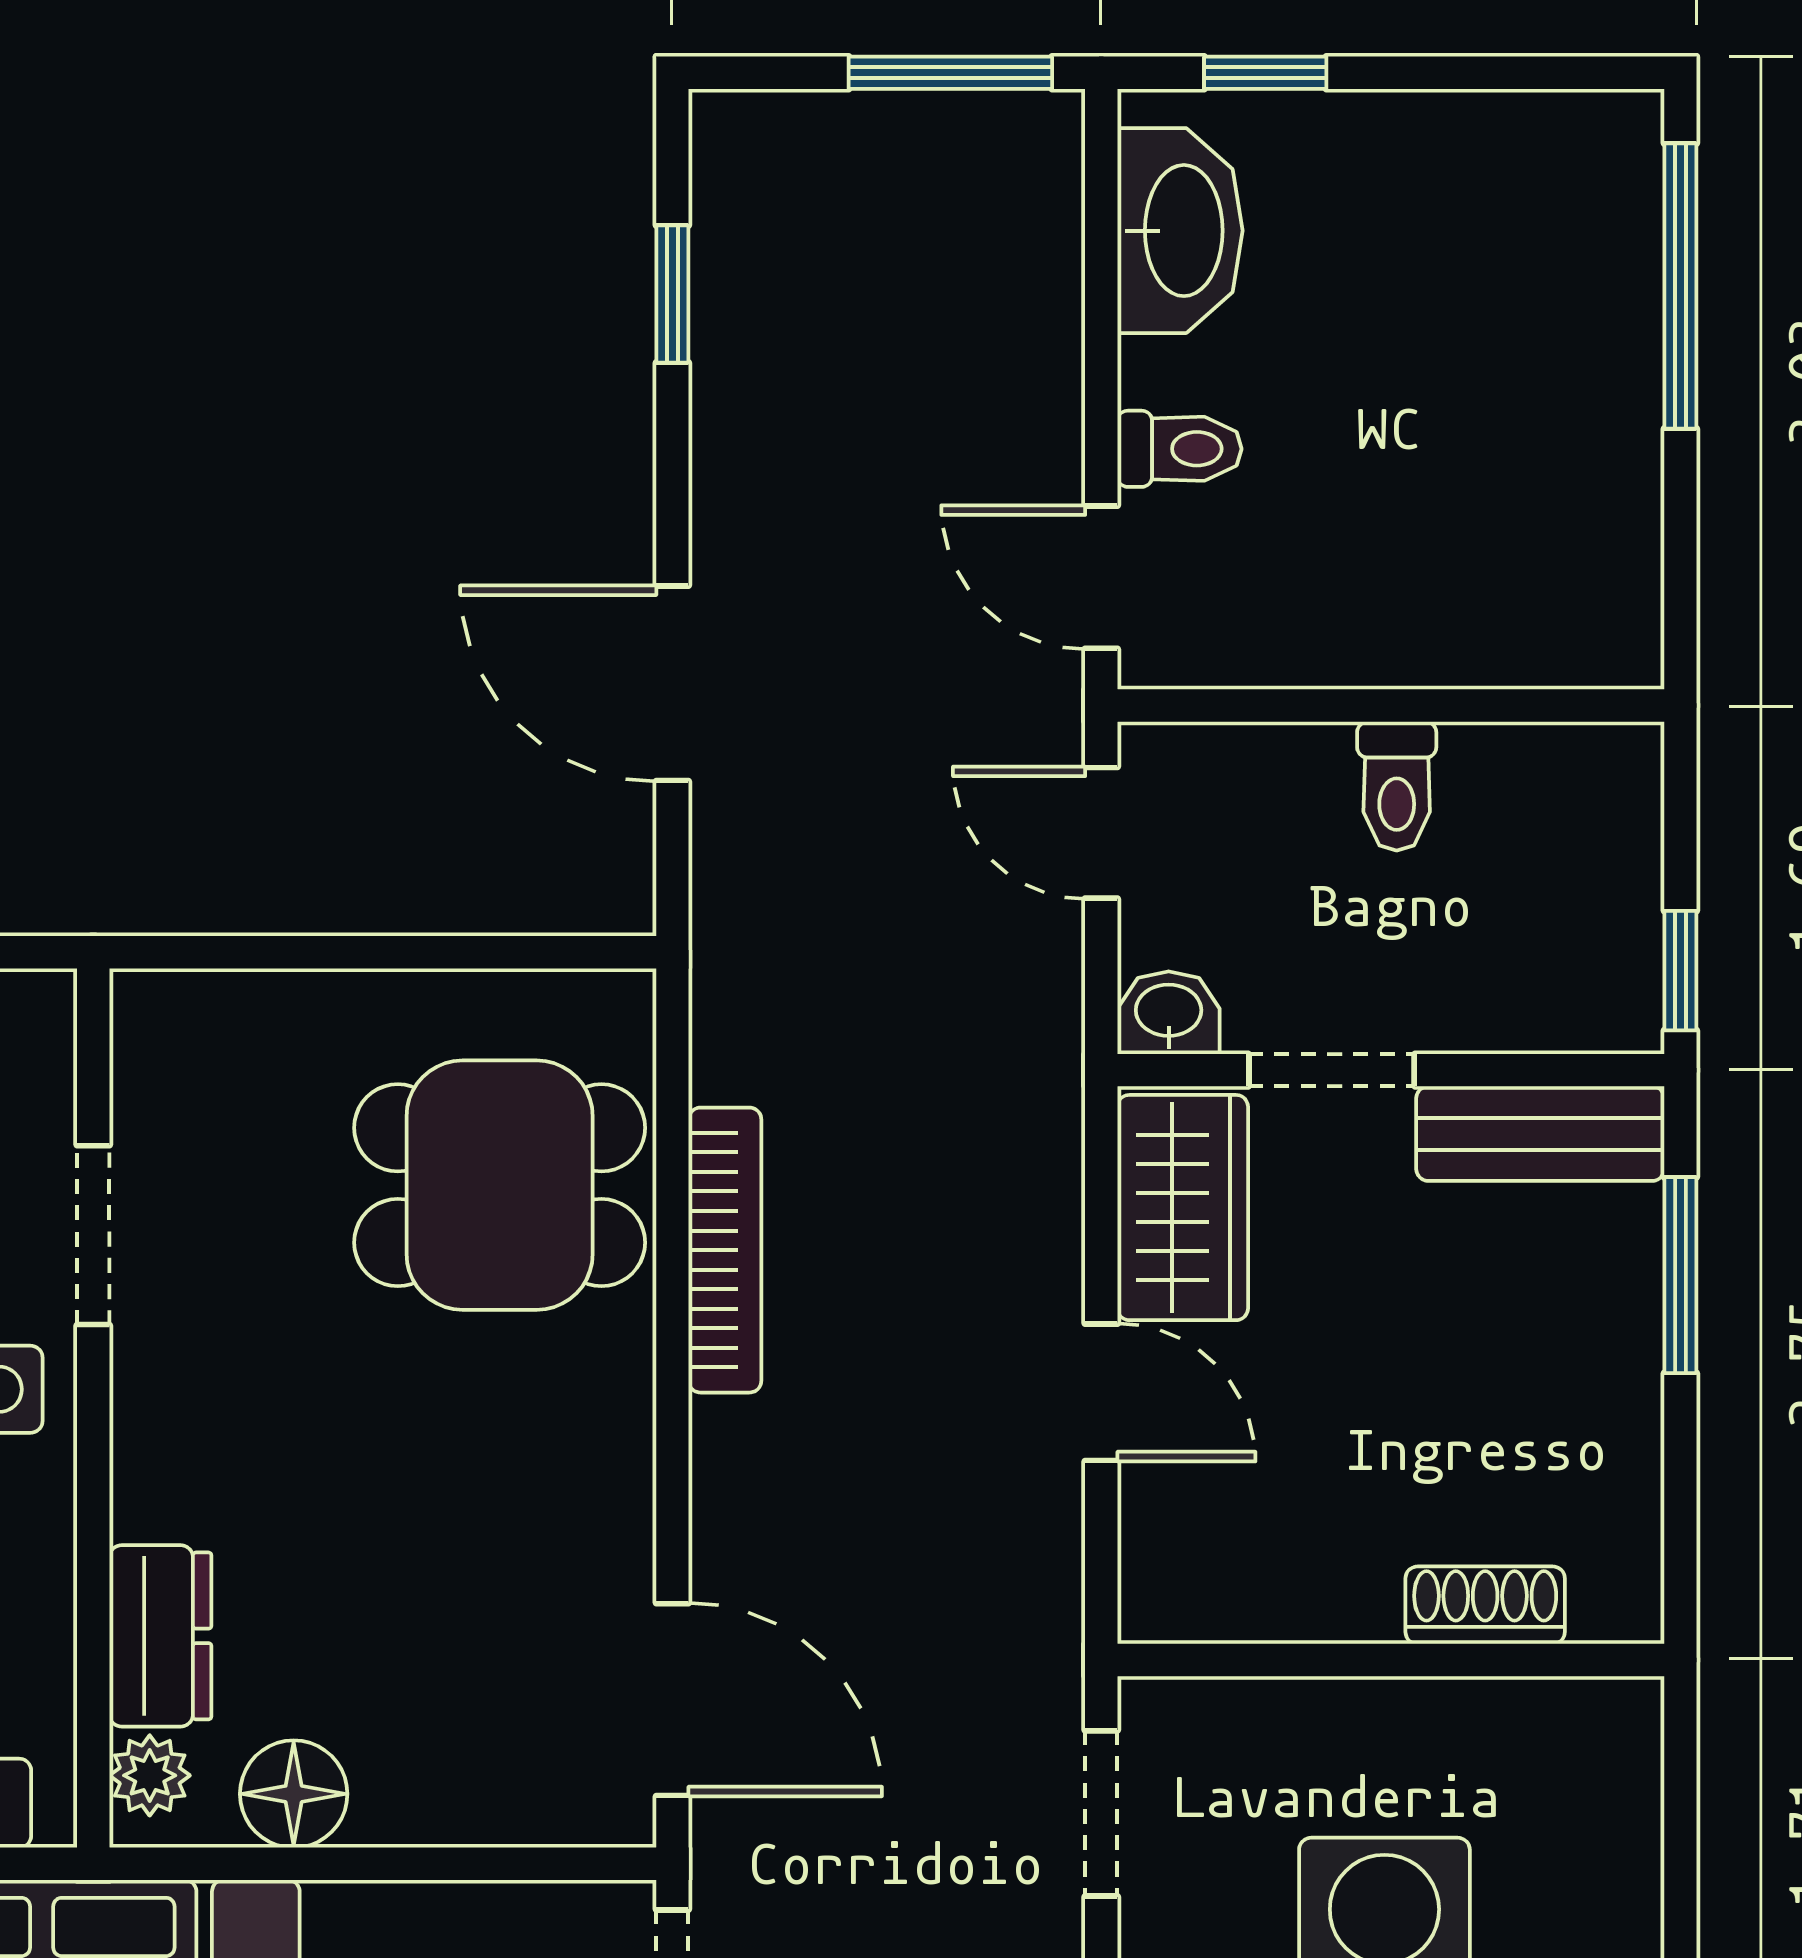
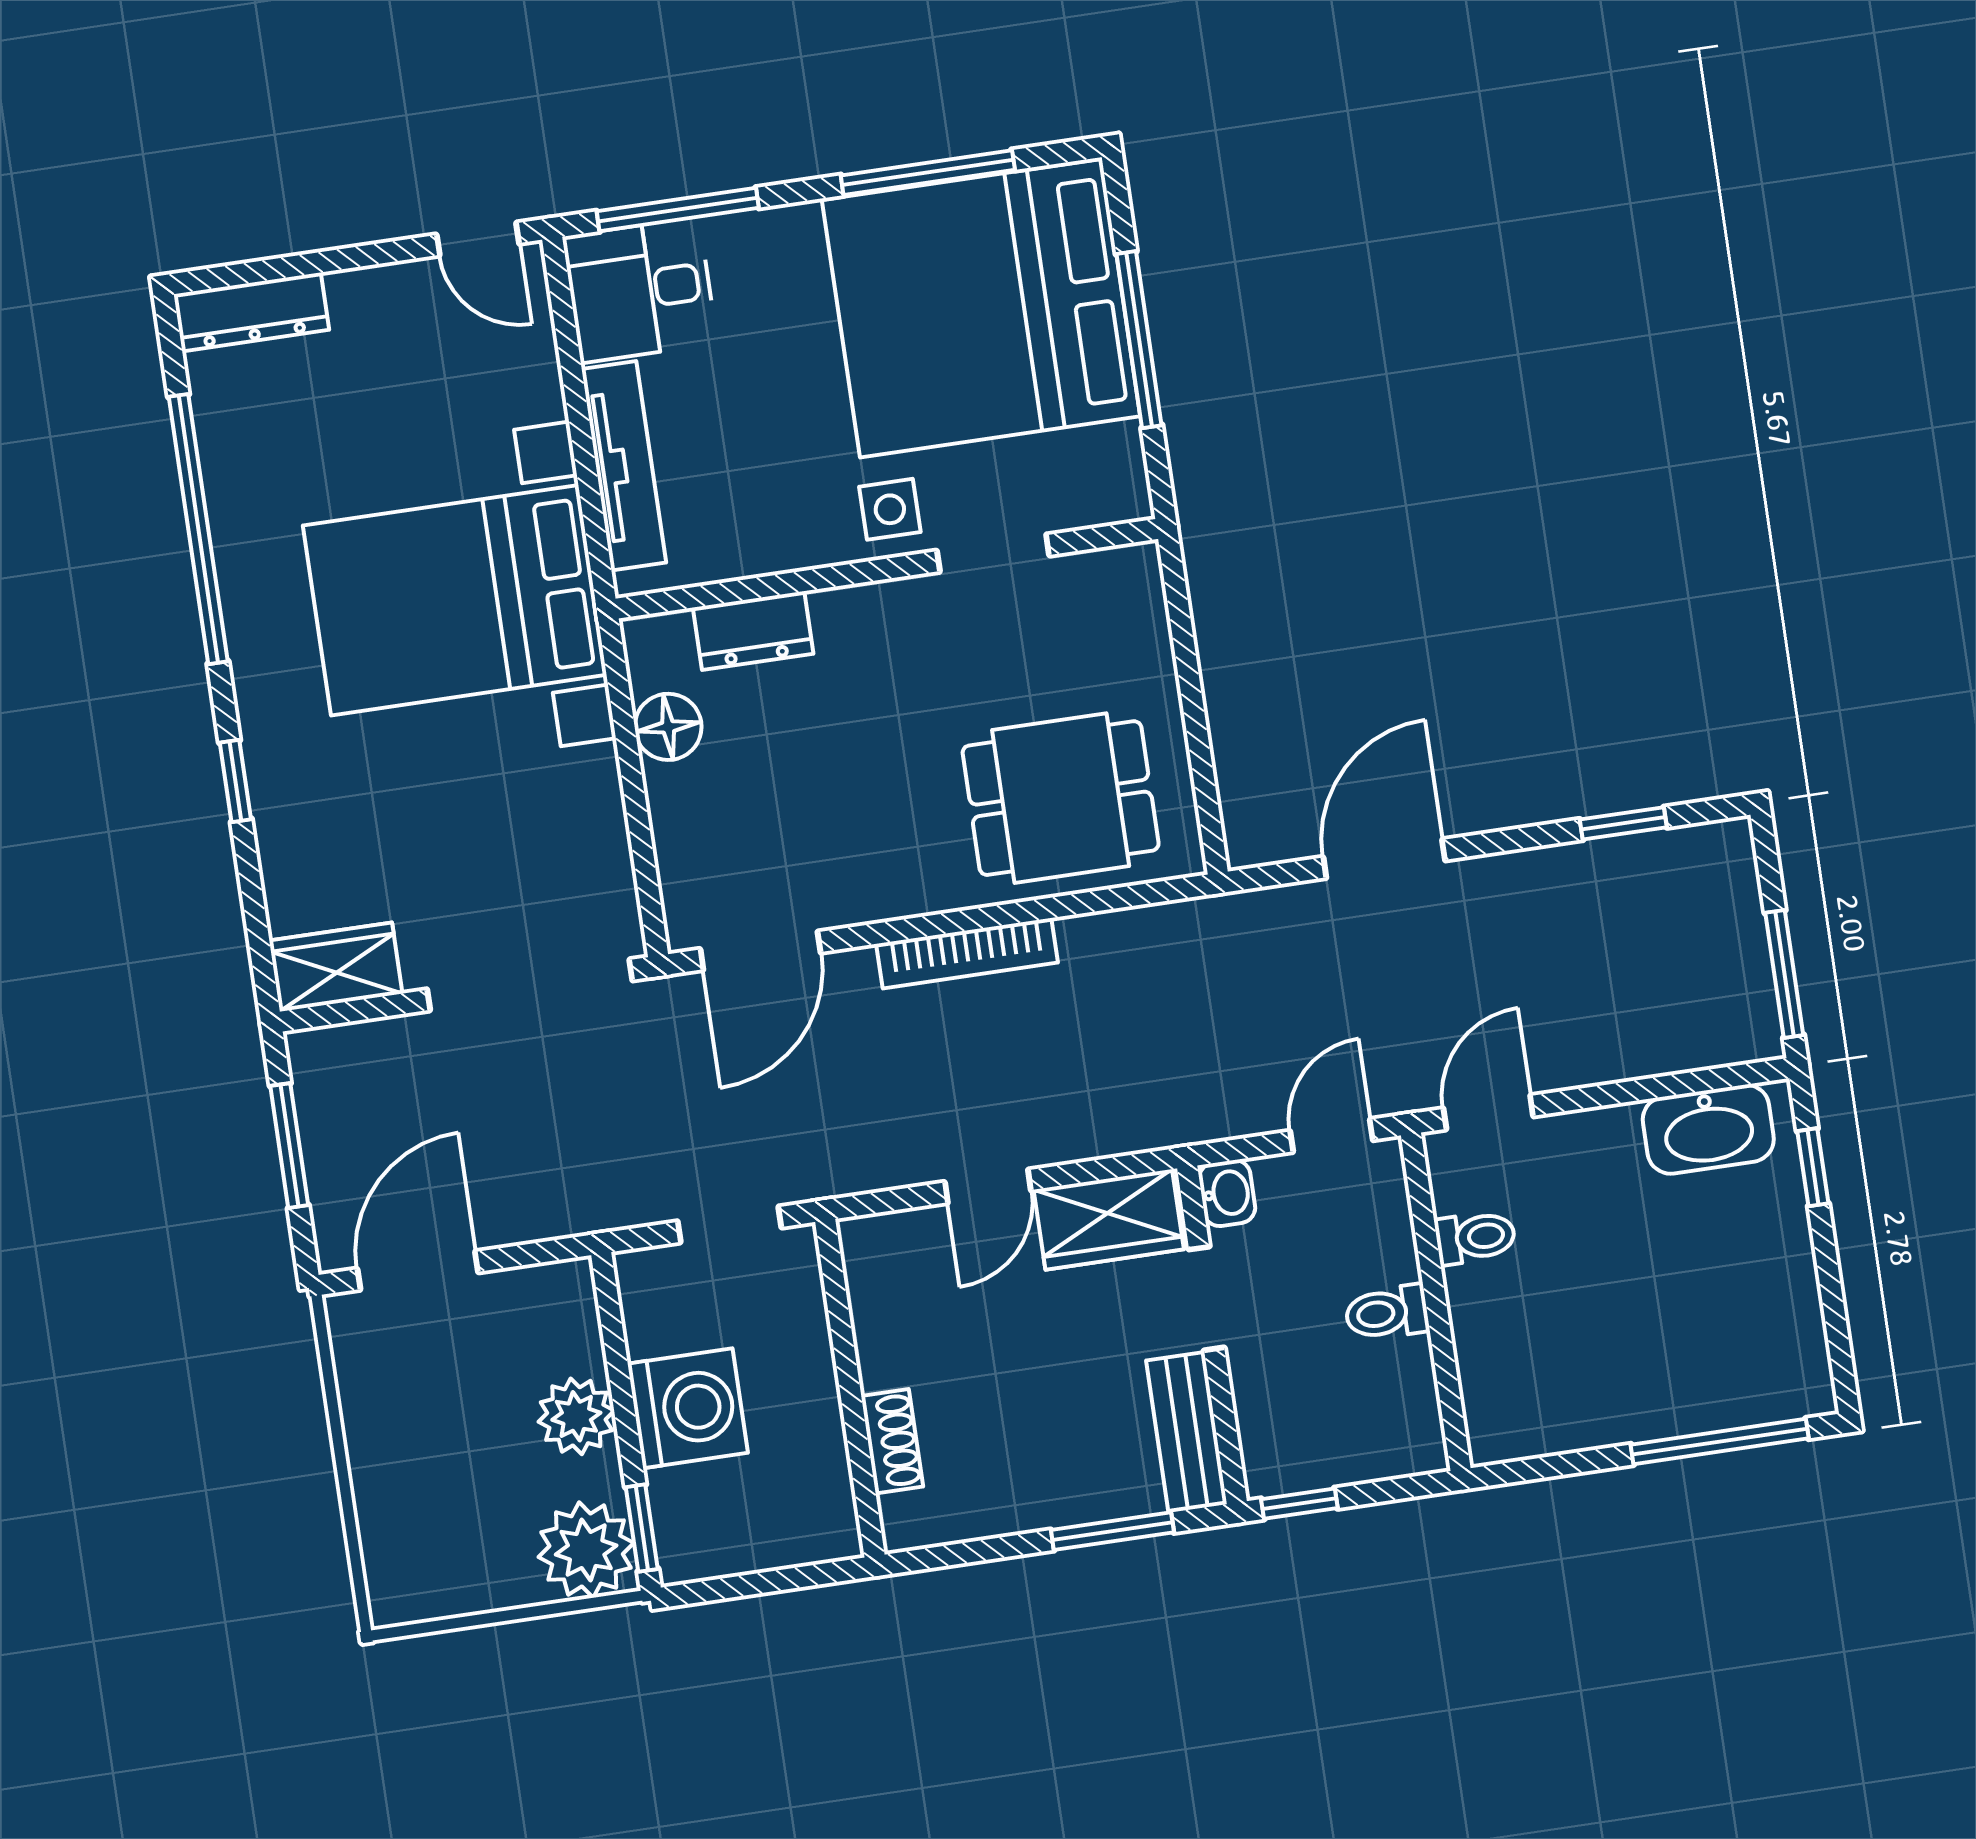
toilet: (1179, 449) -> (1475, 1237), moved, turned -90
dining table: (500, 1185) -> (1061, 798), turned 90
bookcase: (725, 1250) -> (967, 953), moved
plant: (150, 1775) -> (666, 637), removed

